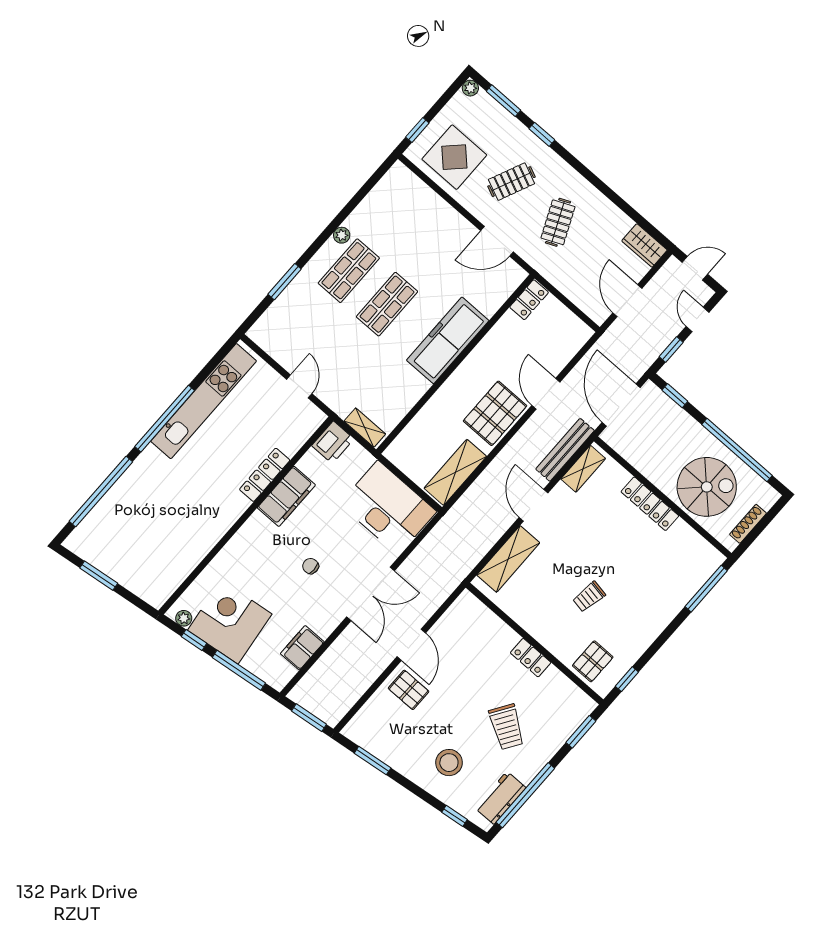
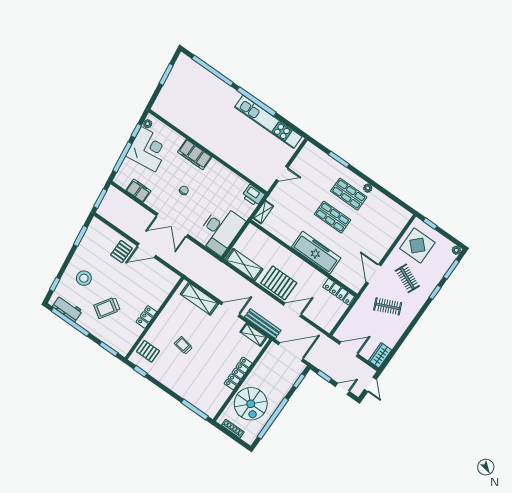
locker: (529, 300) -> (339, 292), width x1.53
locker: (265, 475) -> (231, 160), removed
filing cabinet: (286, 496) -> (195, 155), moved

